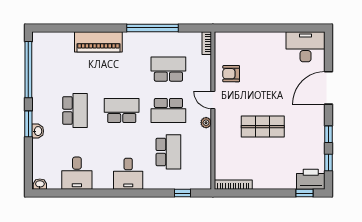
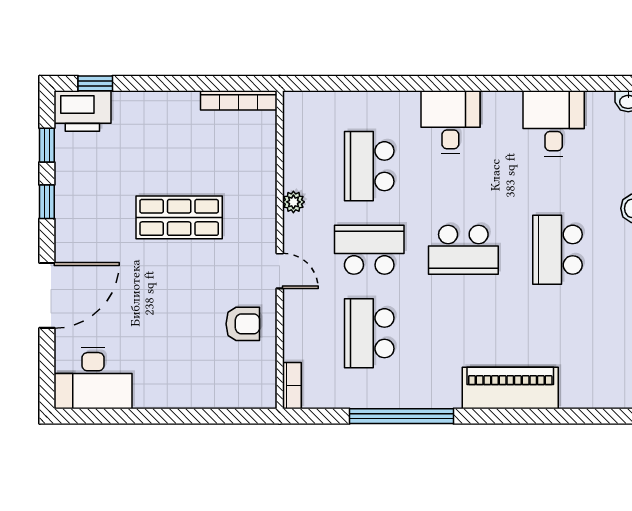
school desk: (168, 69) -> (369, 333), turned 90
plant: (206, 123) -> (293, 202), moved
window: (182, 193) -> (341, 83), removed

